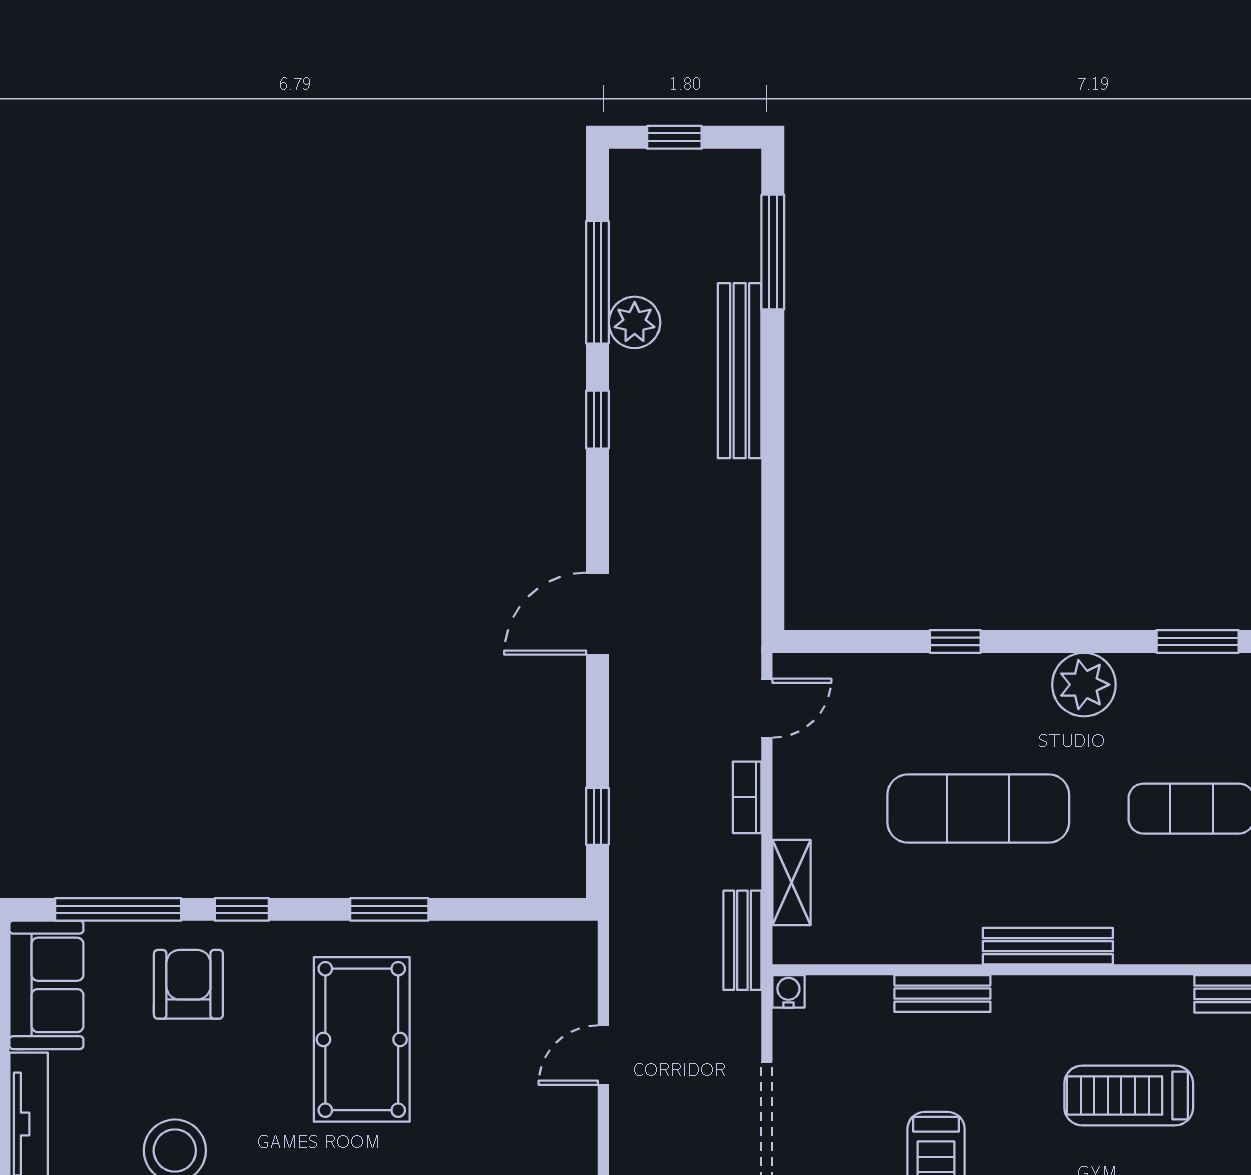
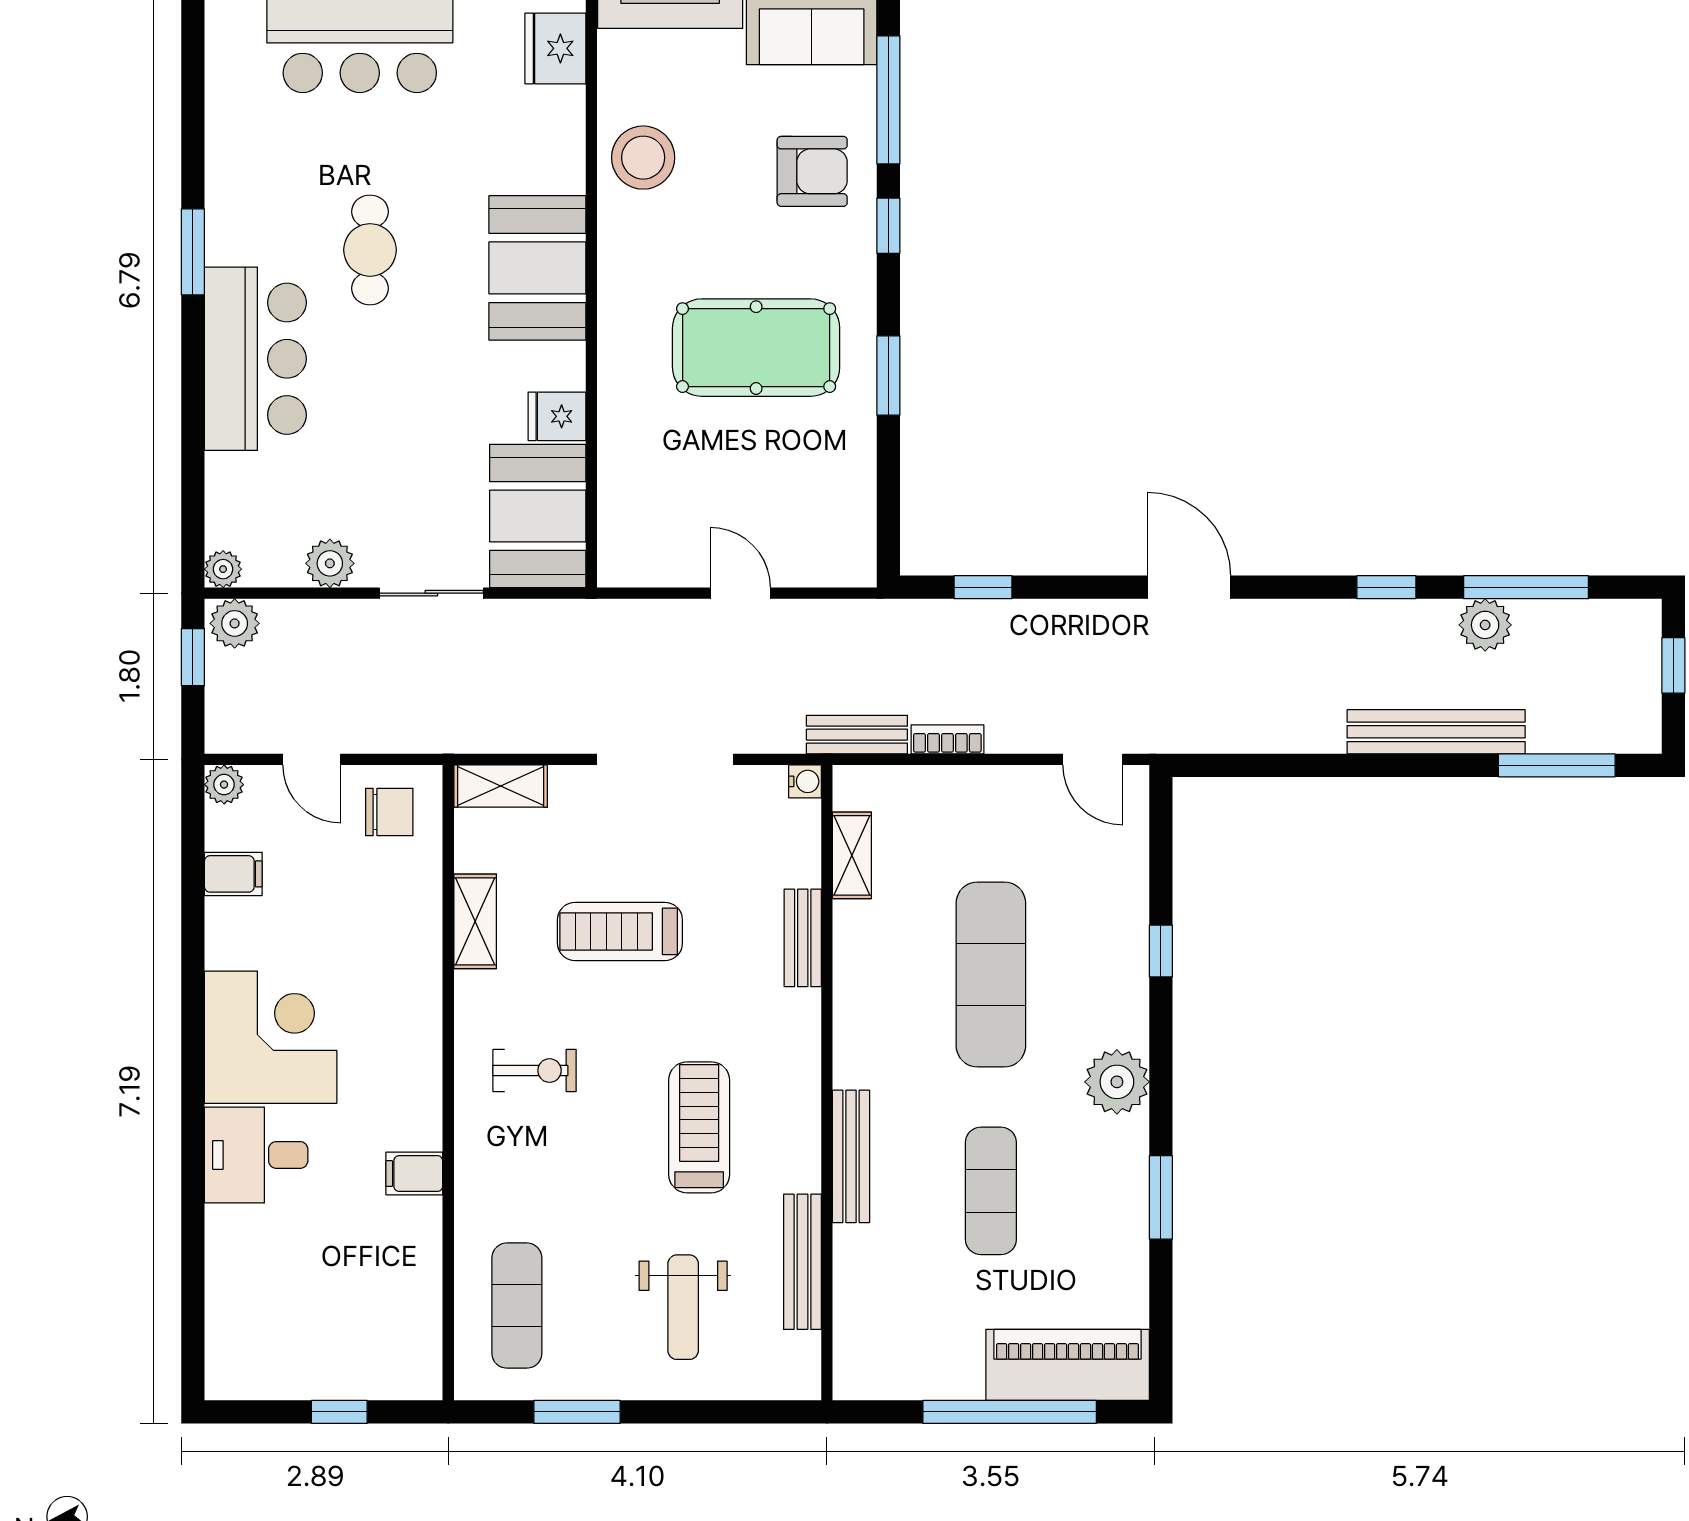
bookcase: (747, 797) -> (947, 739), moved
shelving: (791, 882) -> (852, 855), moved, turned 90
bench: (1048, 946) -> (851, 1156), moved

